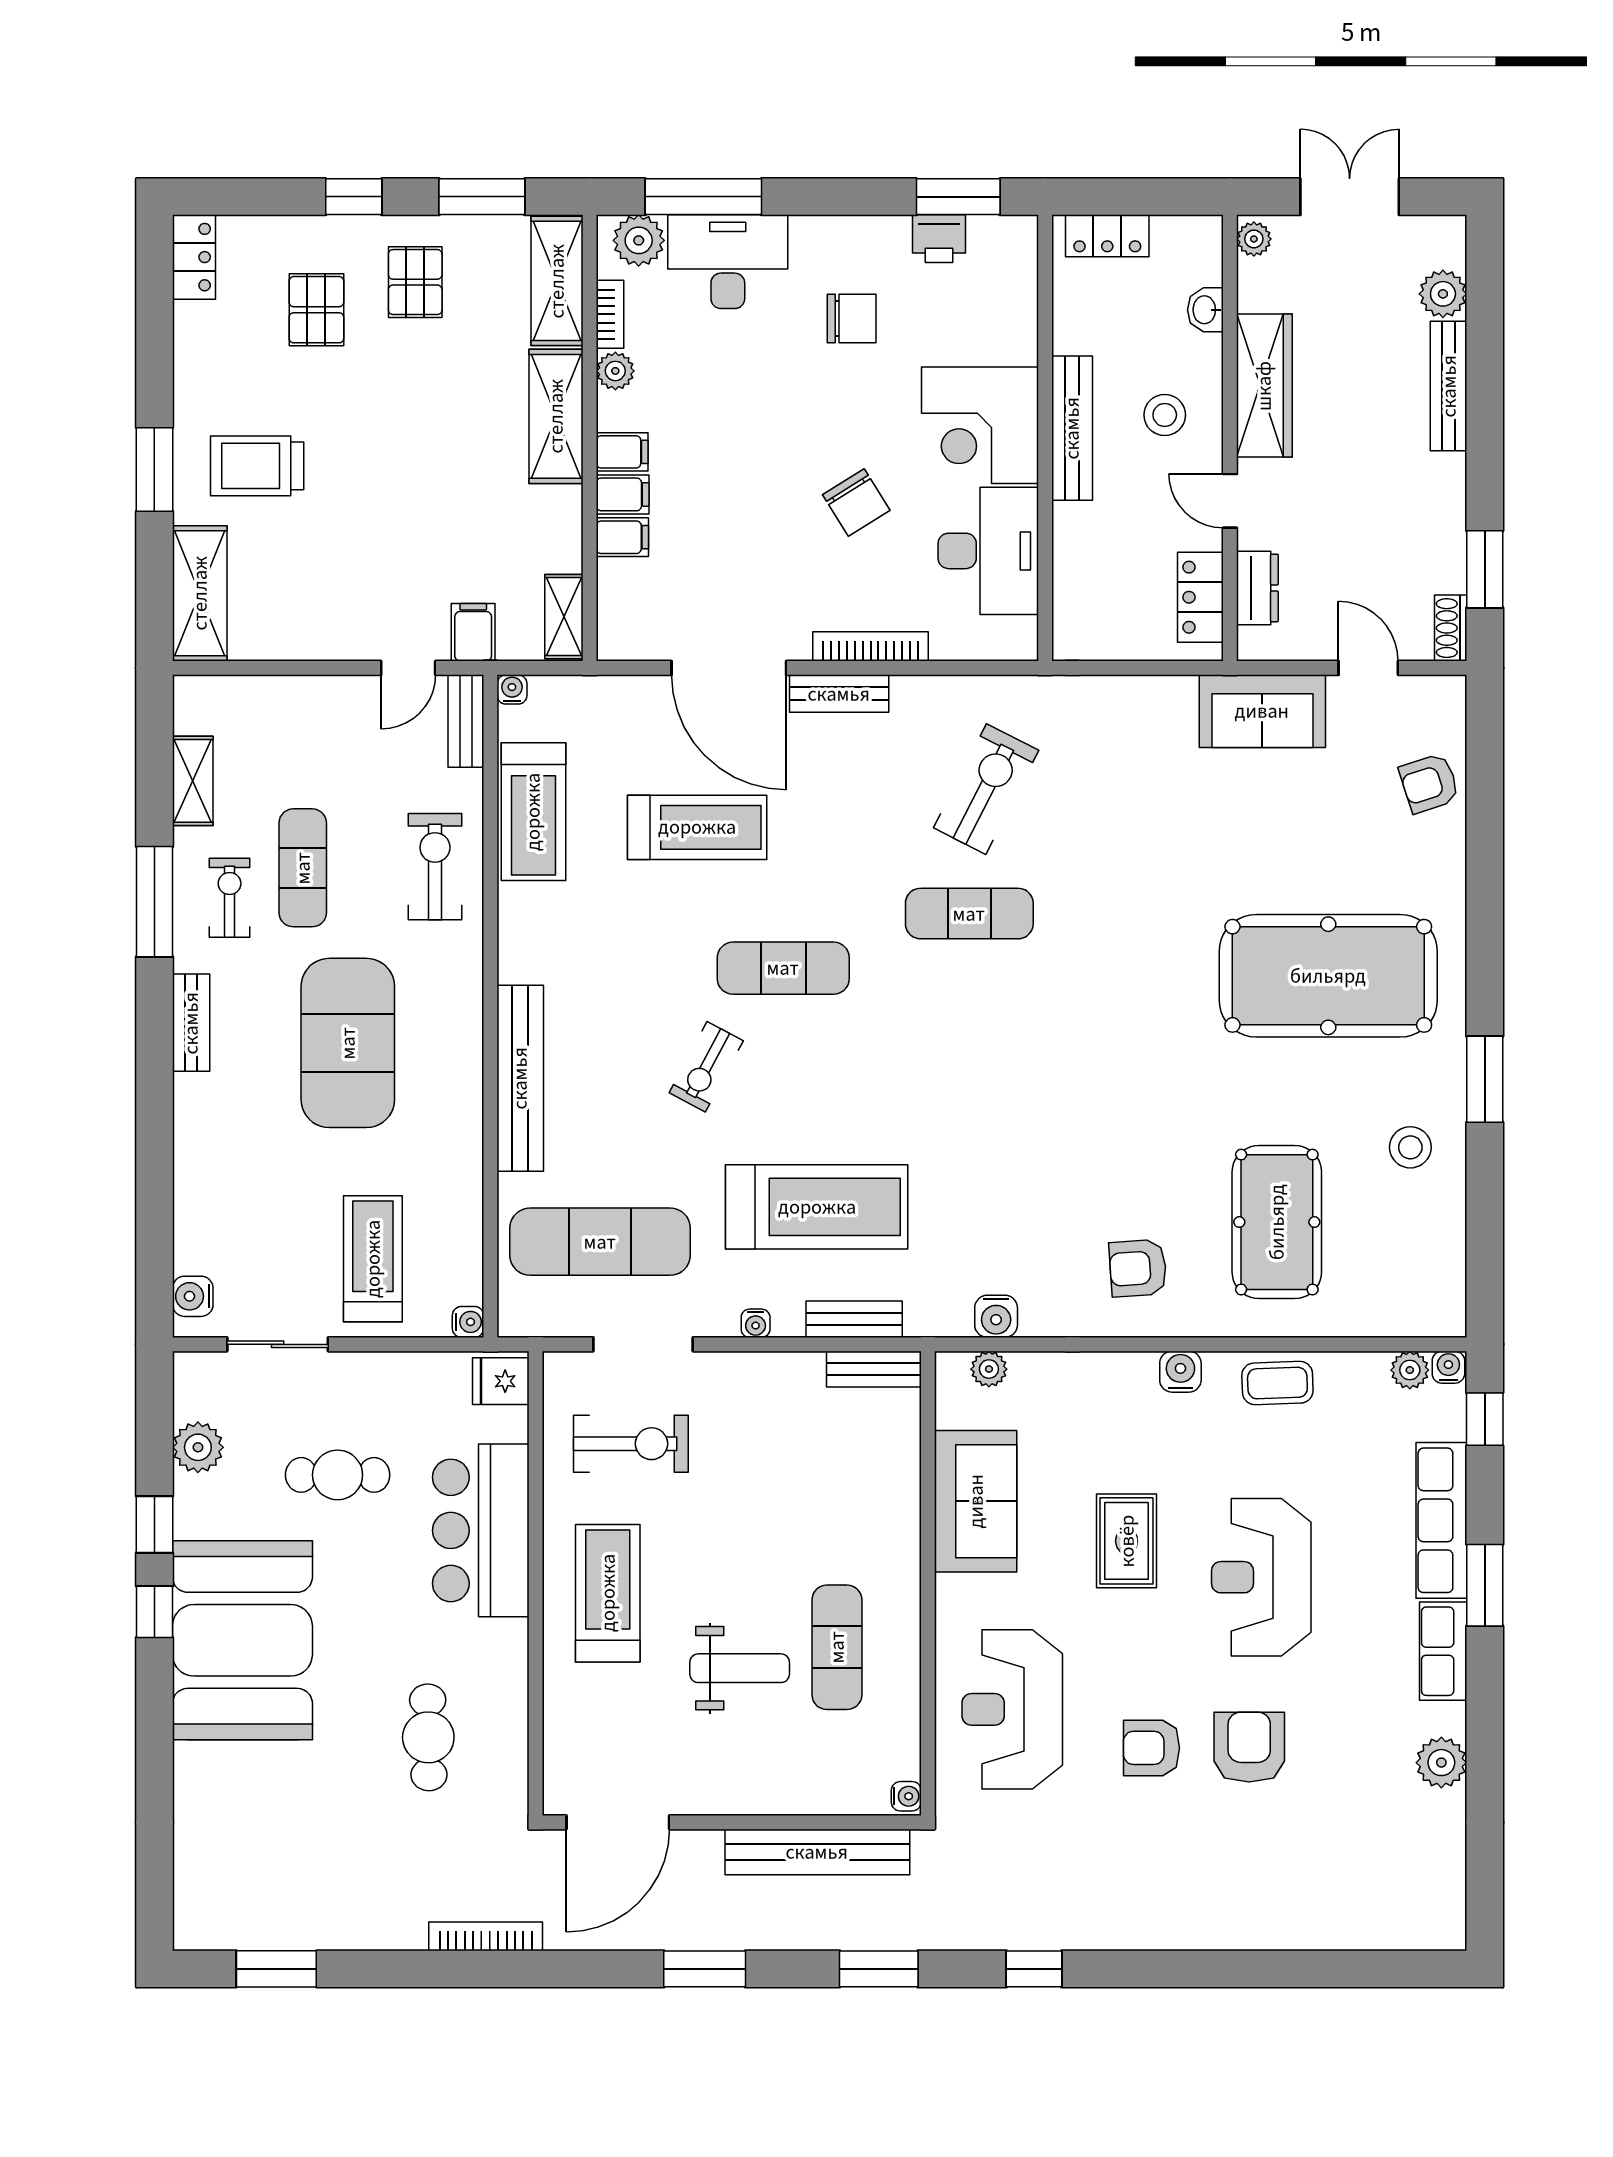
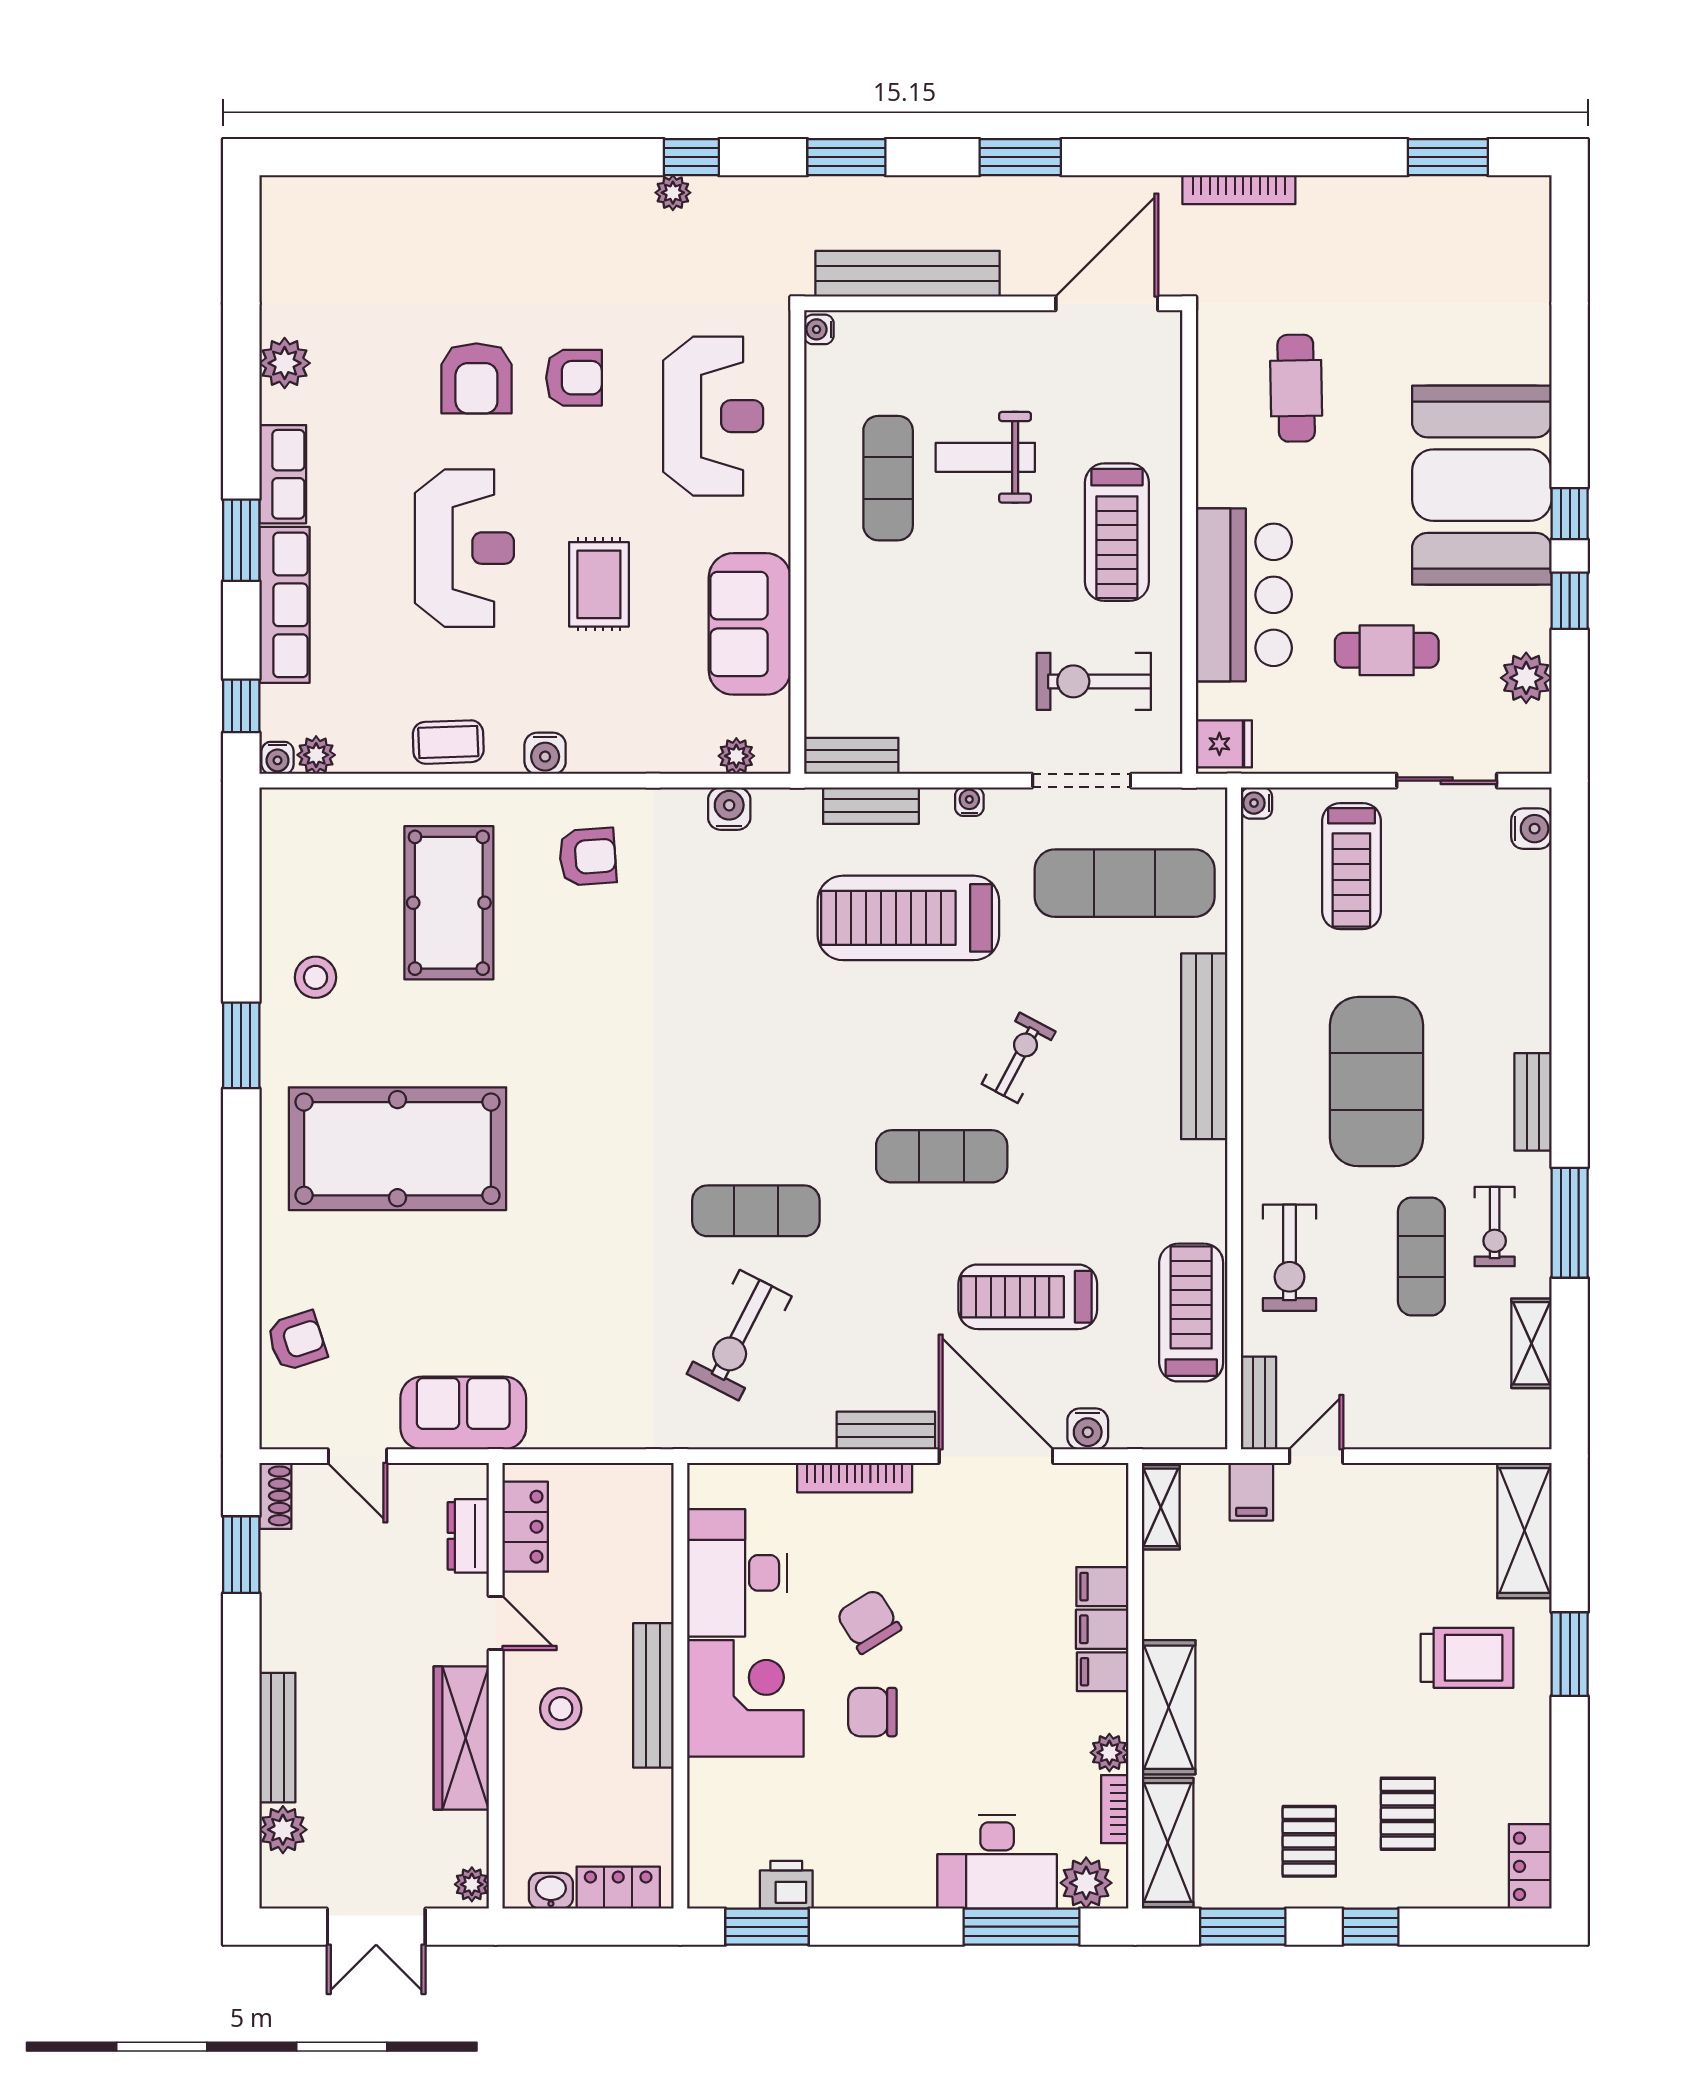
washbasin: (1205, 310) -> (551, 1891), moved, turned -90
chair: (852, 319) -> (872, 1712), moved
water cooler: (512, 689) -> (1088, 1429), moved, width x1.38, depth x1.38
plant: (1052, 1933) -> (673, 193), added

